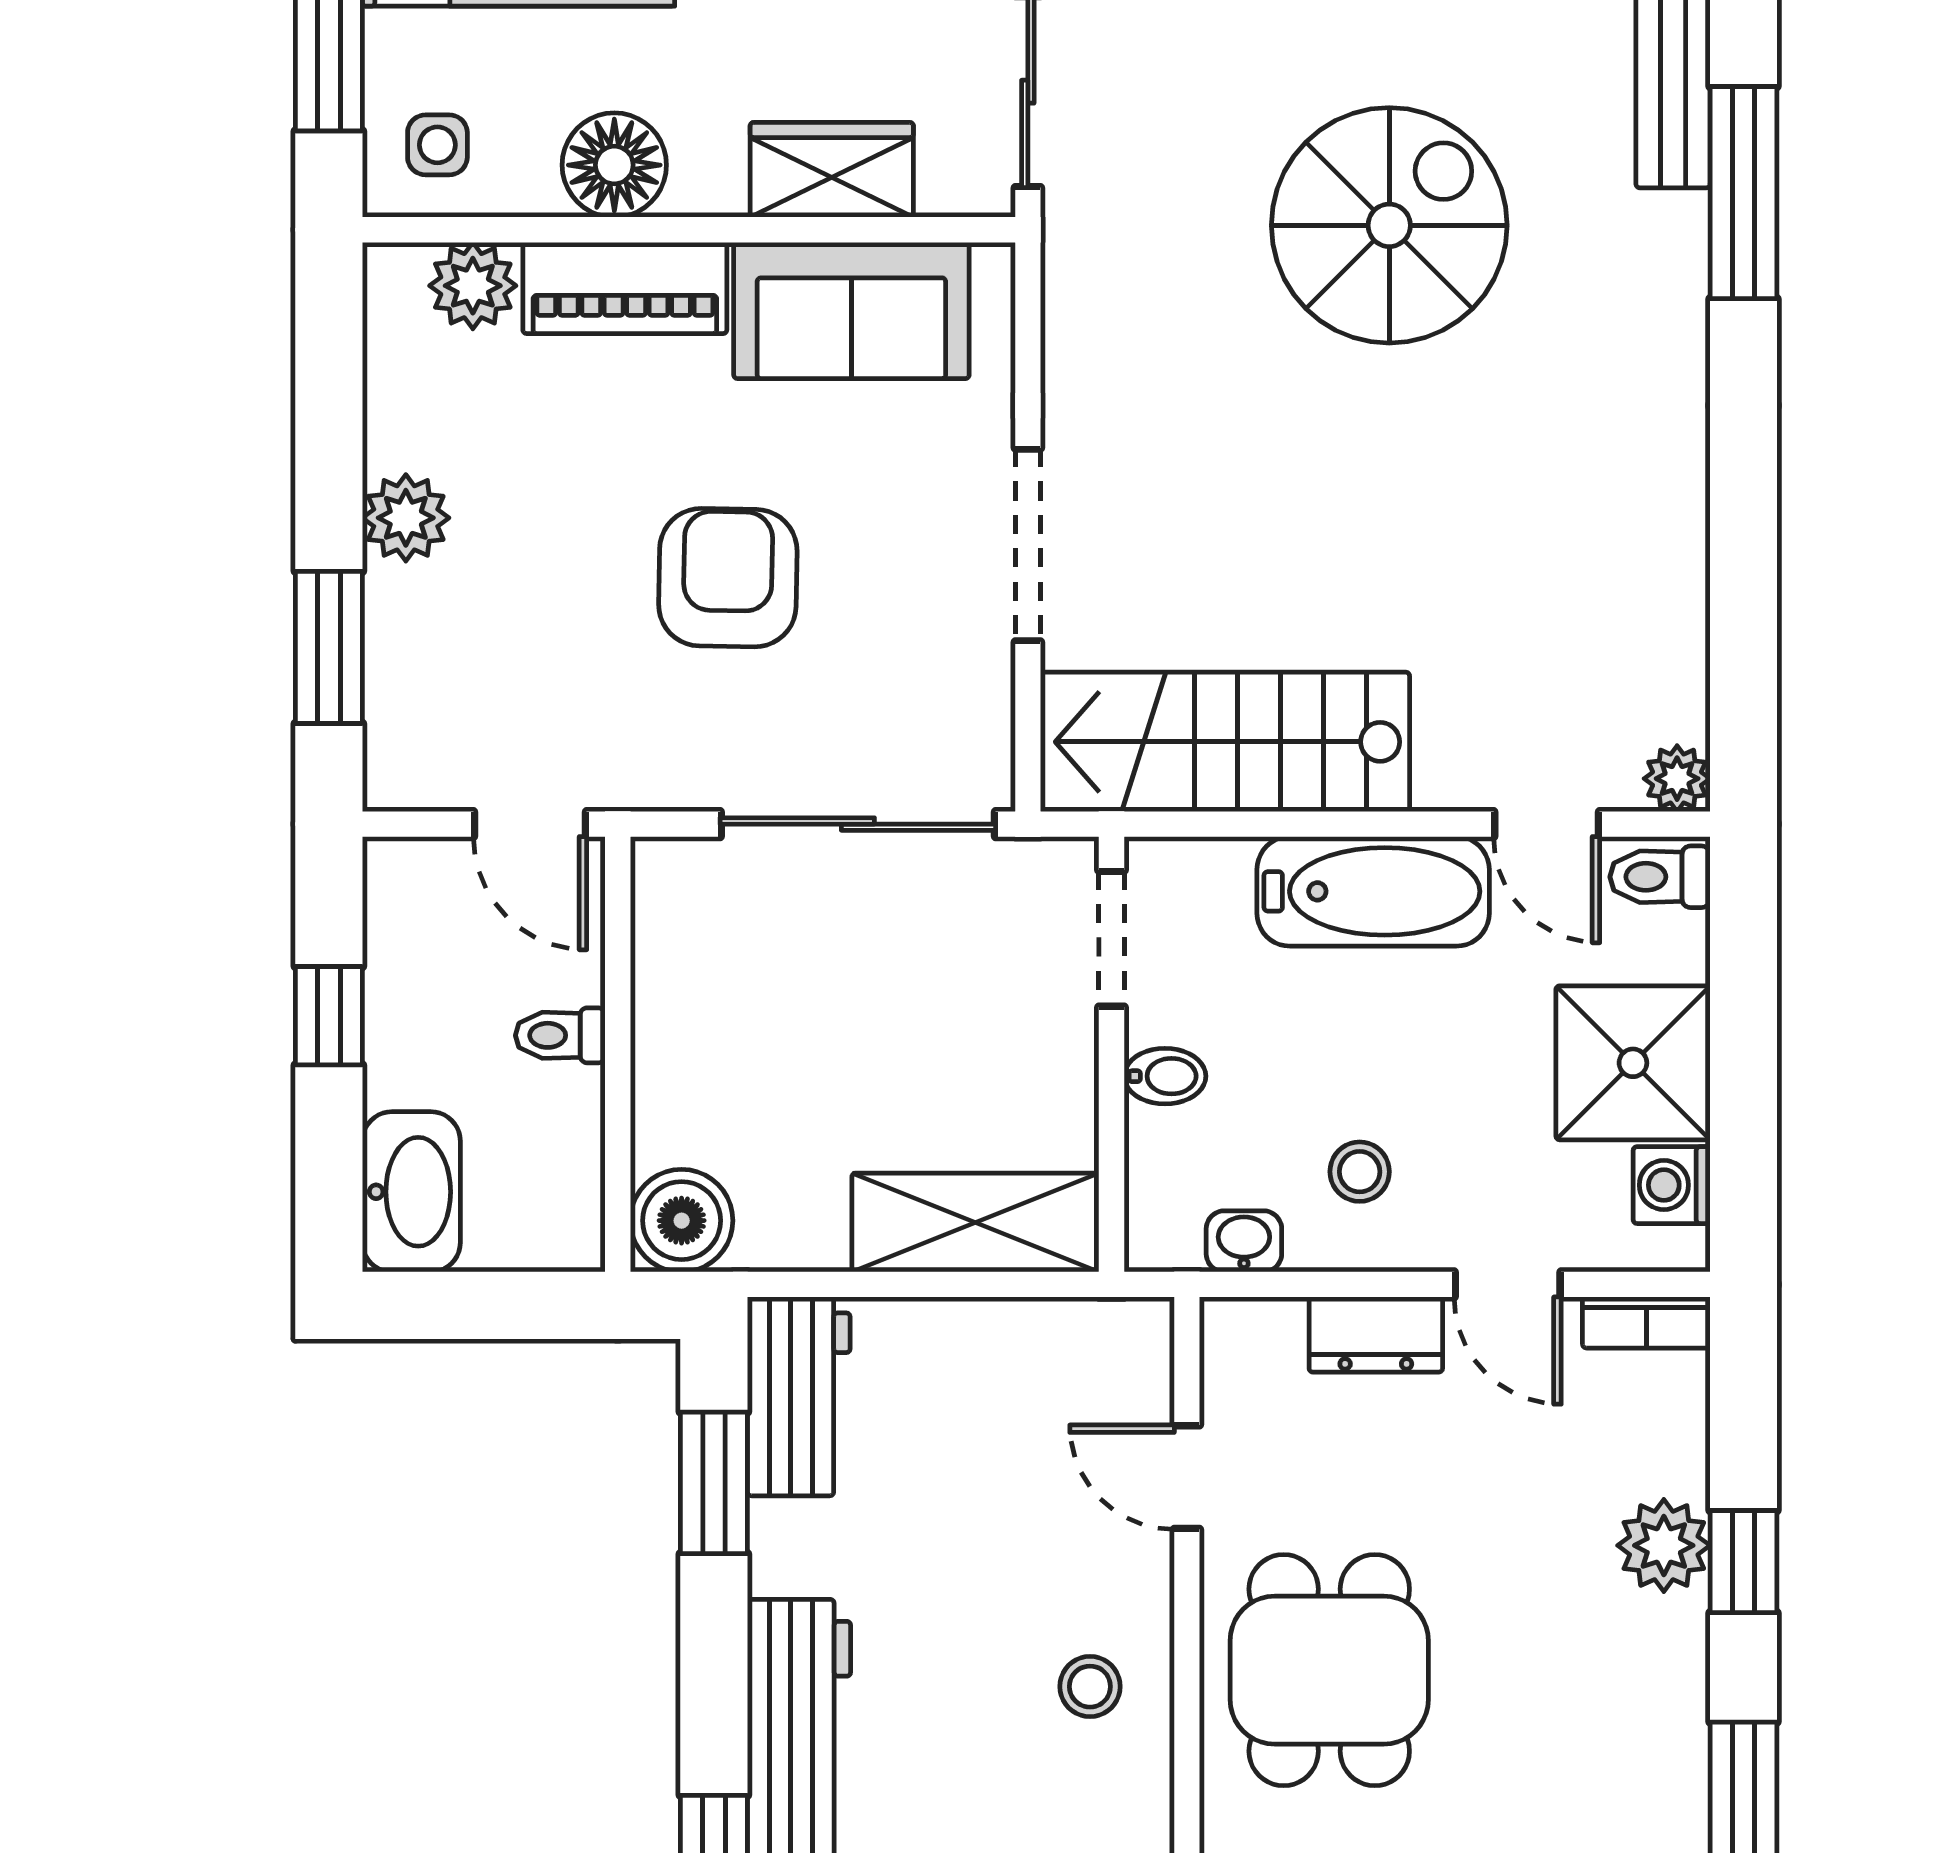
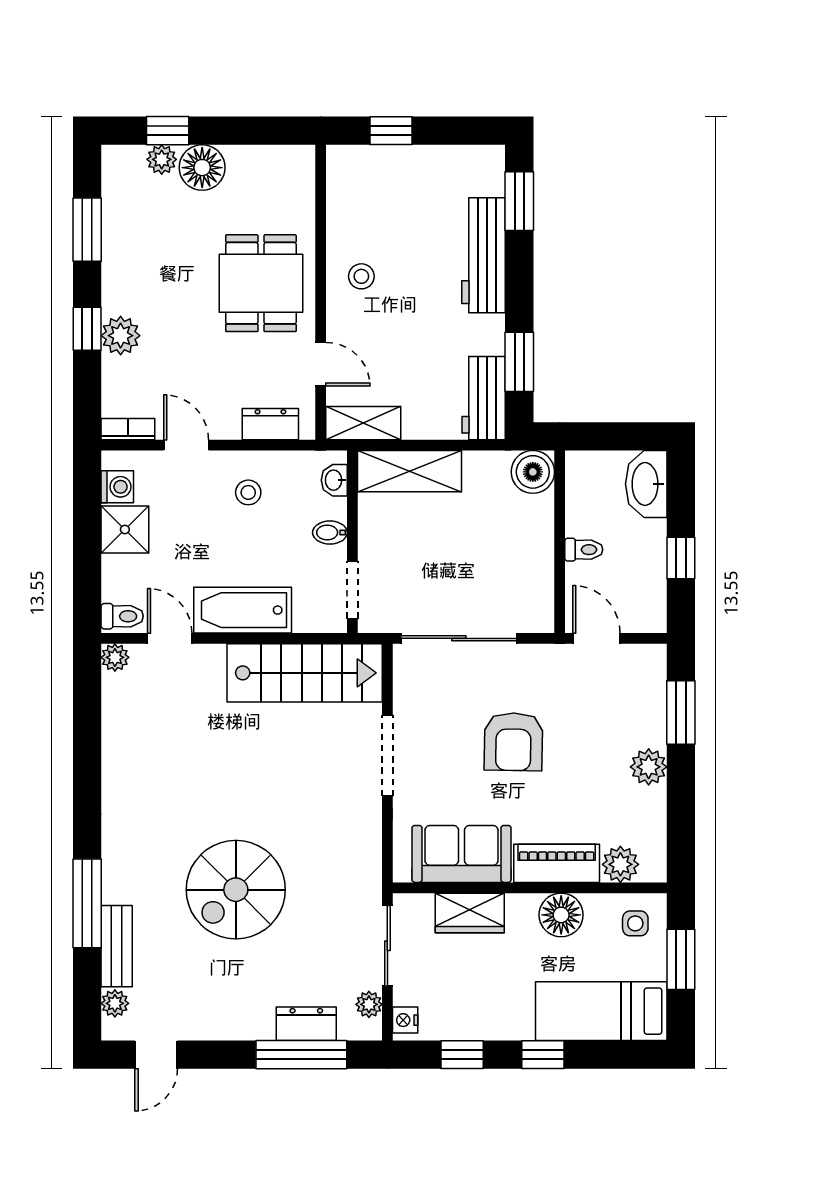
shower: (1633, 1063) -> (125, 529), width x0.73, depth x0.73
washbasin: (1244, 1241) -> (334, 480), moved, turned 90
dresser: (1376, 1335) -> (270, 424), moved
shelving: (1086, 1337) -> (363, 423), added

